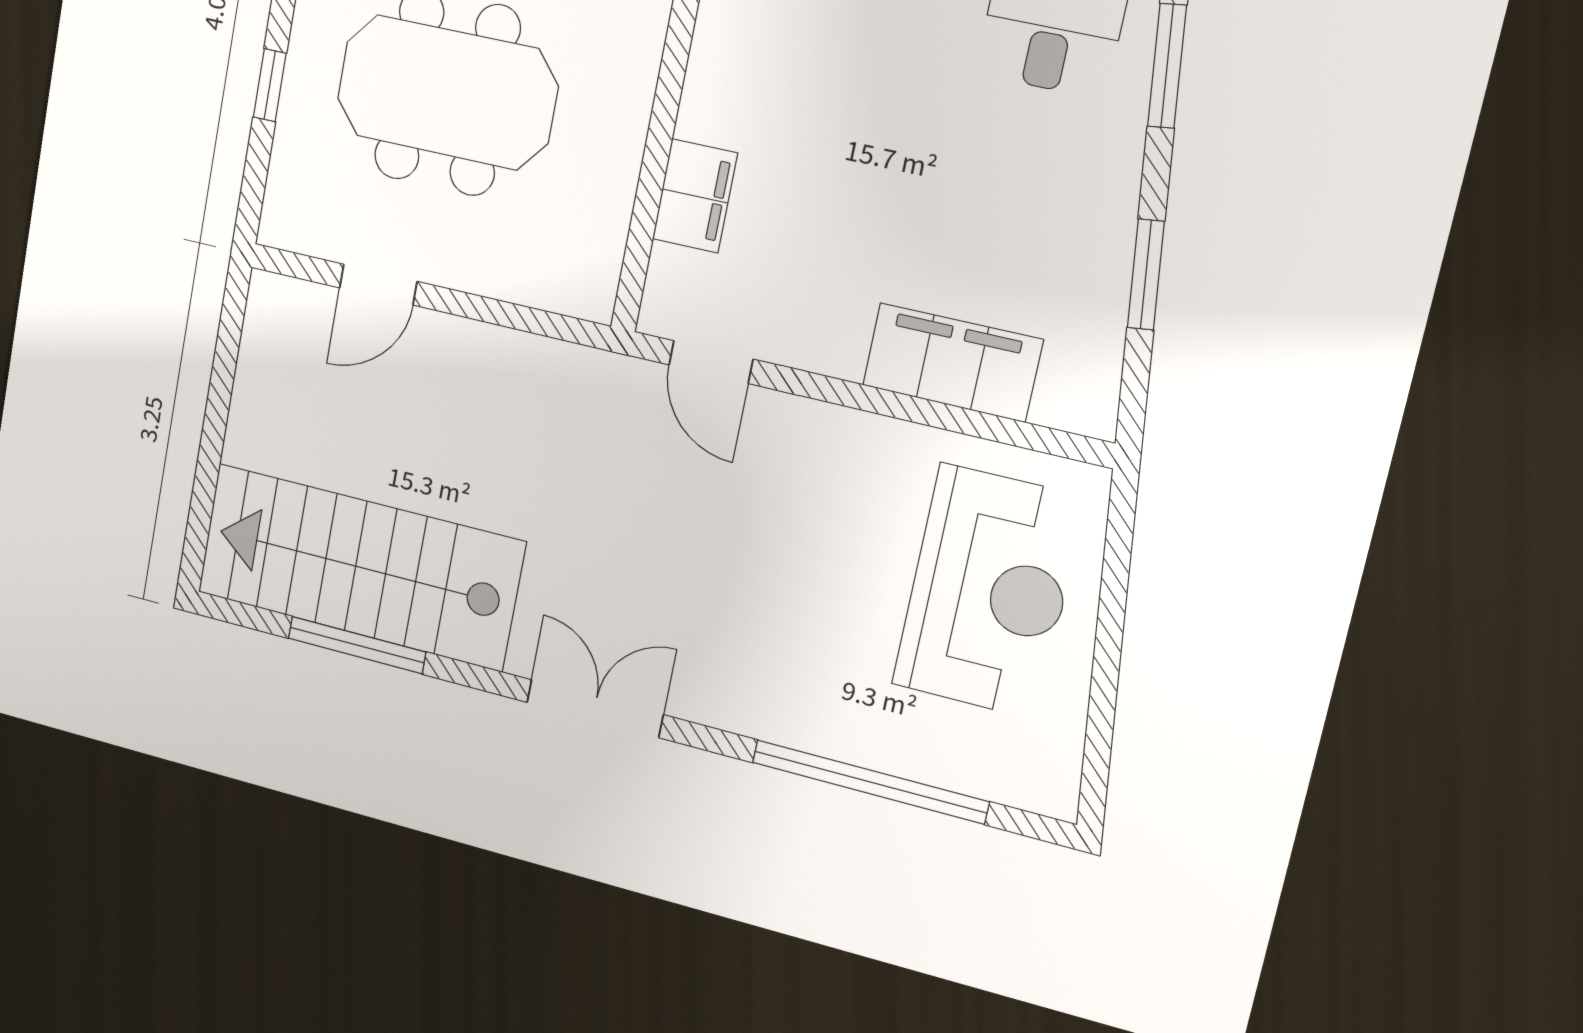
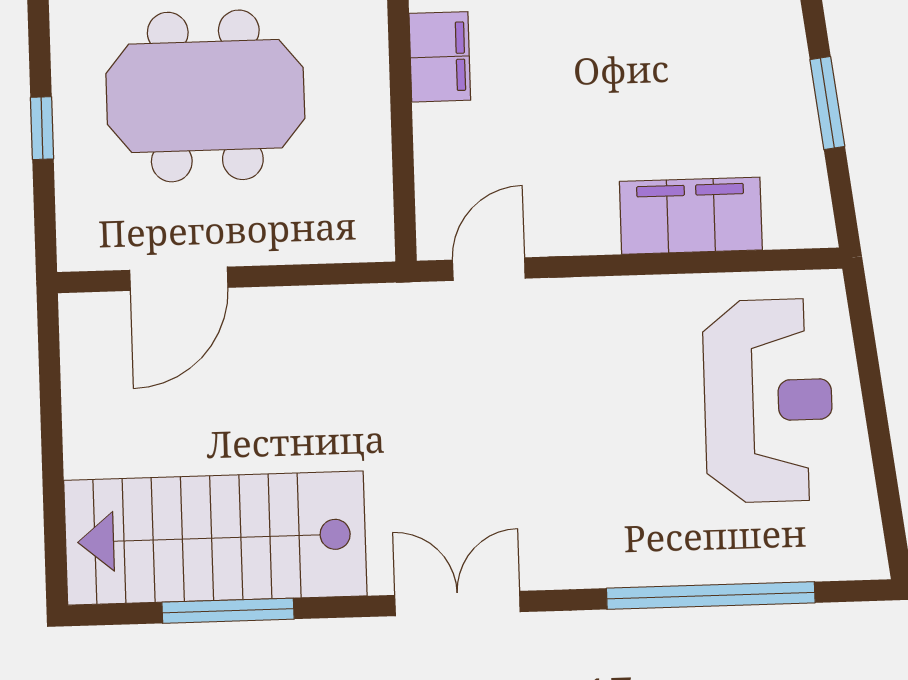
filing cabinet: (695, 196) -> (440, 57), moved
door: (378, 285) -> (179, 279), width x1.37
door: (711, 362) -> (489, 269), swing flipped

